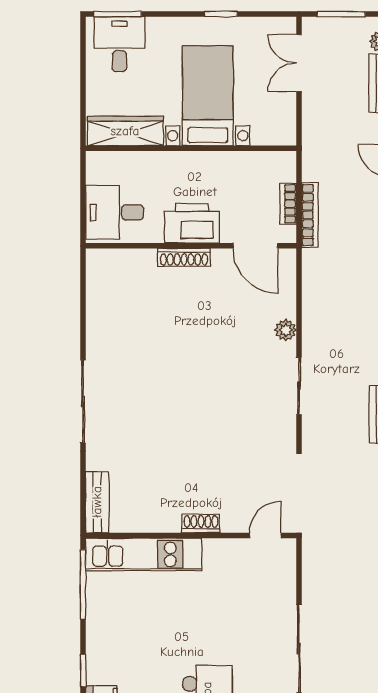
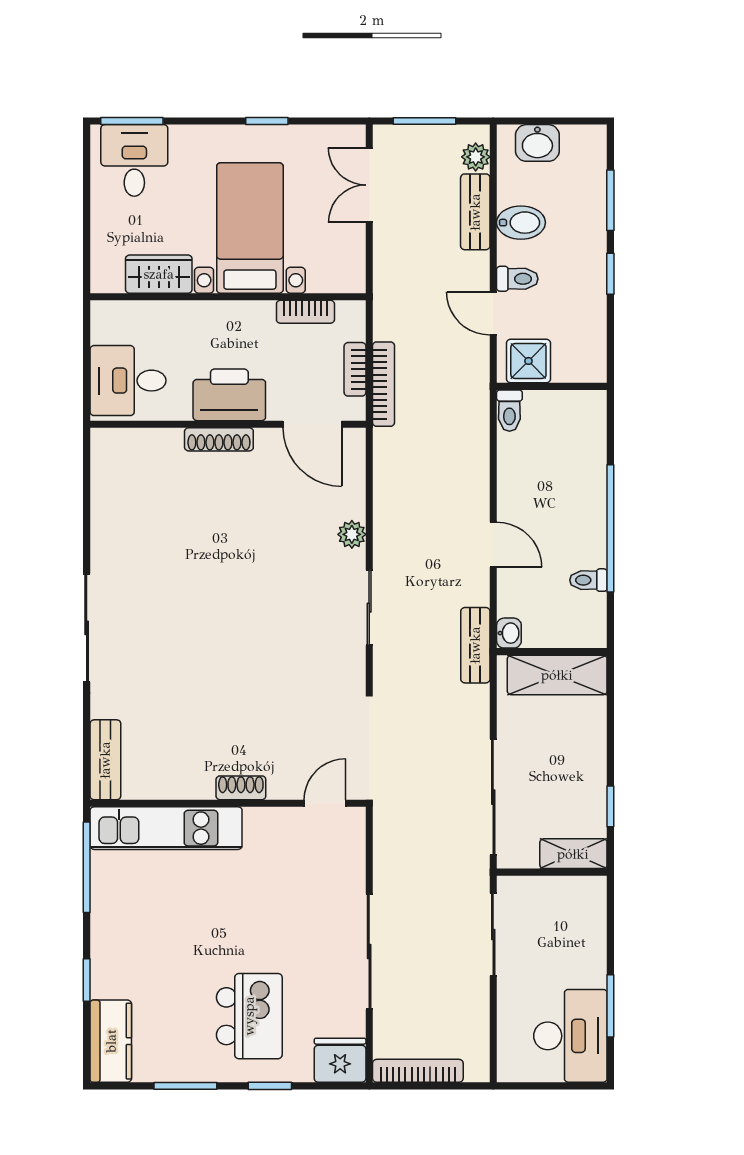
wardrobe: (125, 131) -> (159, 274), width x0.67
bookcase: (250, 160) -> (305, 312), added

